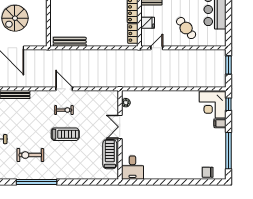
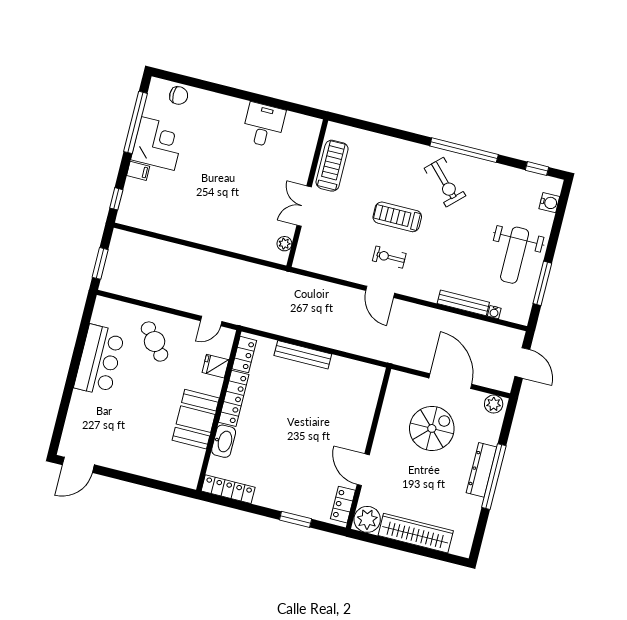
bench: (70, 42) -> (303, 355), moved
corner desk: (213, 105) -> (158, 144), moved
double door: (120, 127) -> (304, 206), swing flipped
treadmill: (110, 154) -> (332, 166), turned 180
exercise bike: (30, 155) -> (445, 182), moved, turned 46
desk: (132, 168) -> (264, 125), moved

